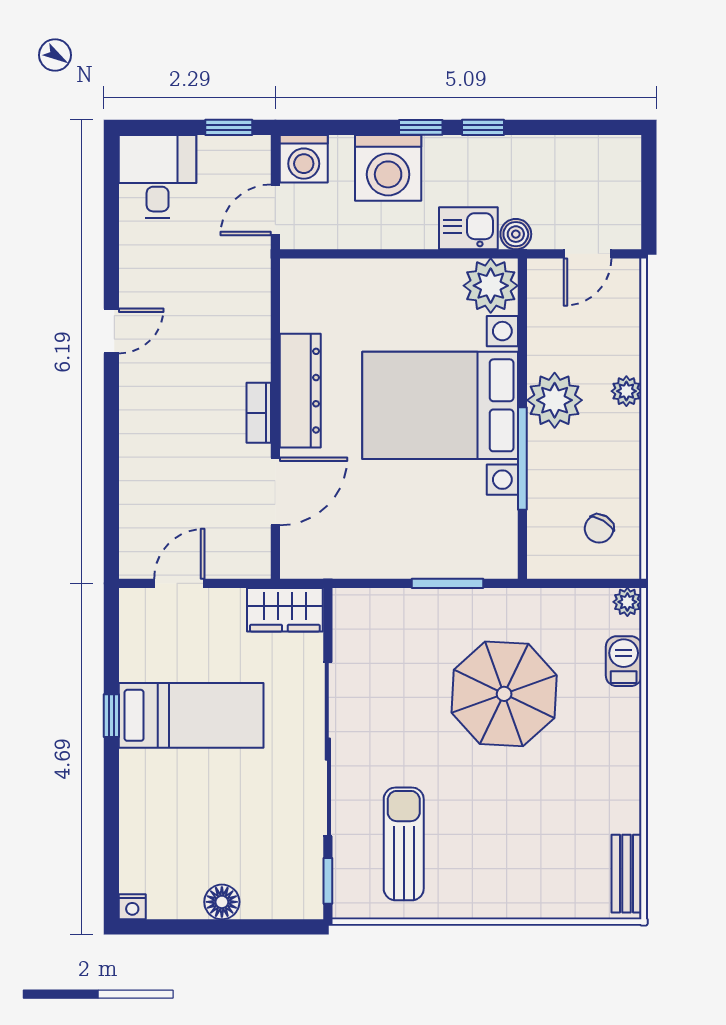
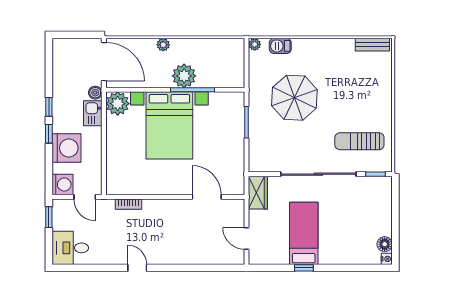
door: (588, 254) -> (104, 62), width x1.88
dresser: (300, 391) -> (163, 186), removed
plant: (555, 400) -> (184, 76), moved
bookcase: (259, 413) -> (128, 204), moved
chair: (599, 529) -> (223, 57), removed
floor lamp: (222, 902) -> (385, 244), moved

